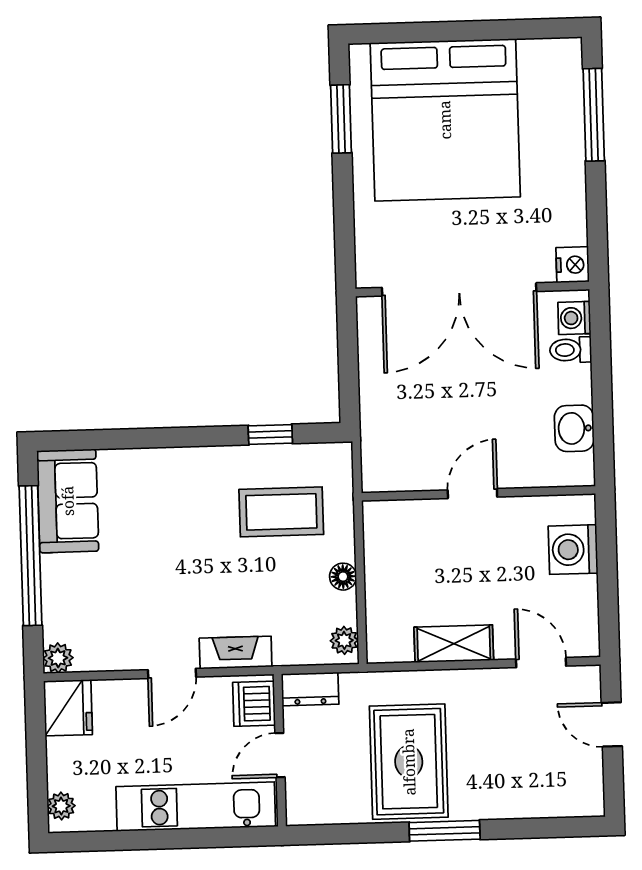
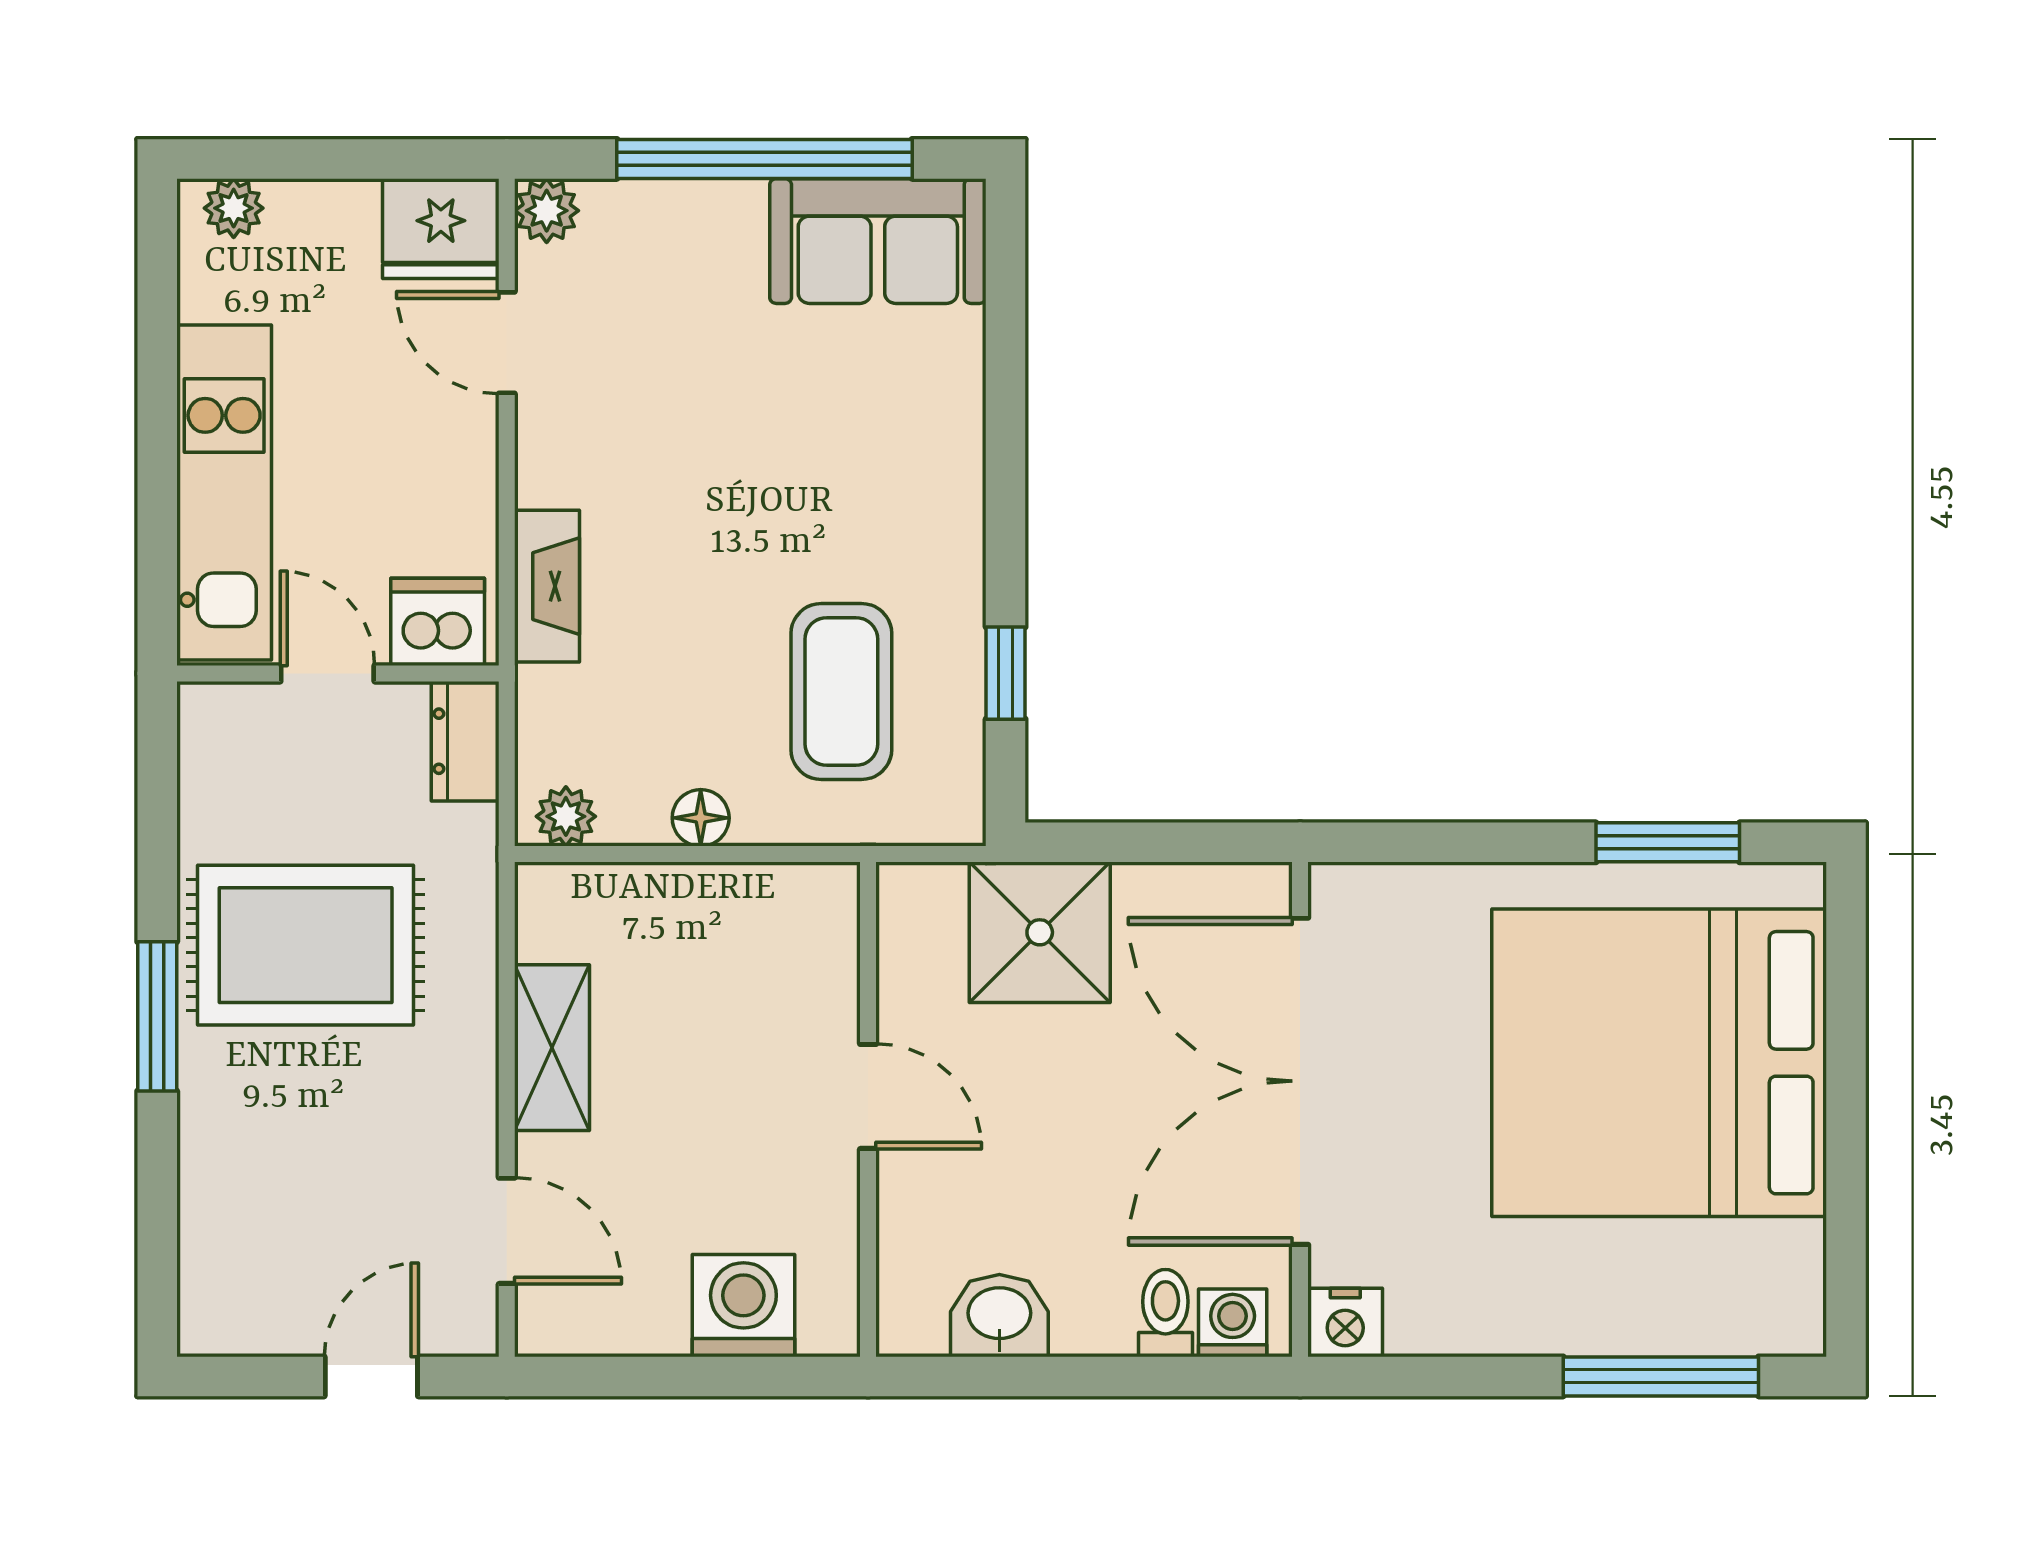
shower: (392, 415) -> (1040, 932), added
door: (541, 662) -> (507, 1231), hinge flipped
door: (172, 673) -> (507, 343), moved

